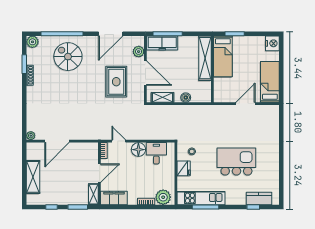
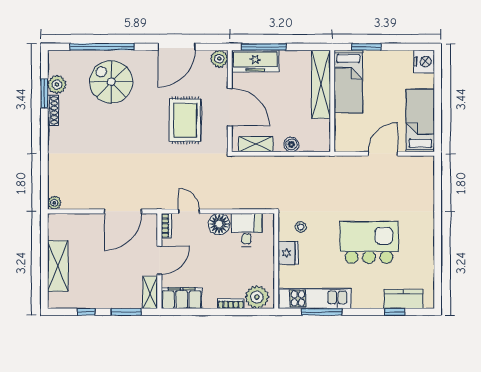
plant: (32, 42) -> (57, 85), moved
plant: (139, 52) -> (219, 59), moved
door: (57, 141) -> (123, 211), moved

